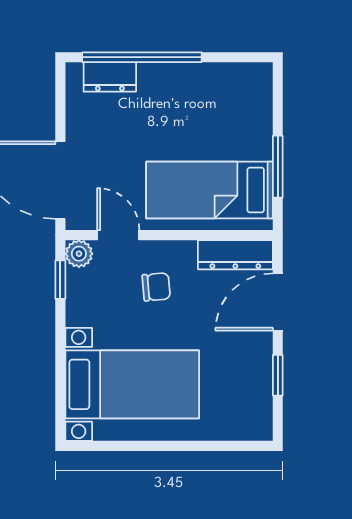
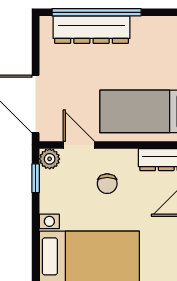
dresser: (110, 77) -> (92, 30), width x1.96, depth x1.24
chair: (156, 287) -> (107, 184), turned 95

